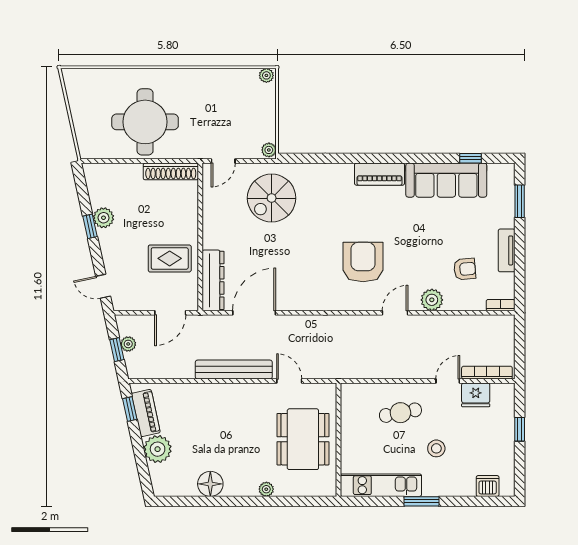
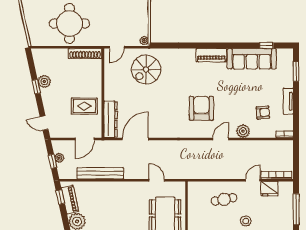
bench: (234, 370) -> (100, 173), moved
window: (520, 429) -> (296, 209), width x2.17

